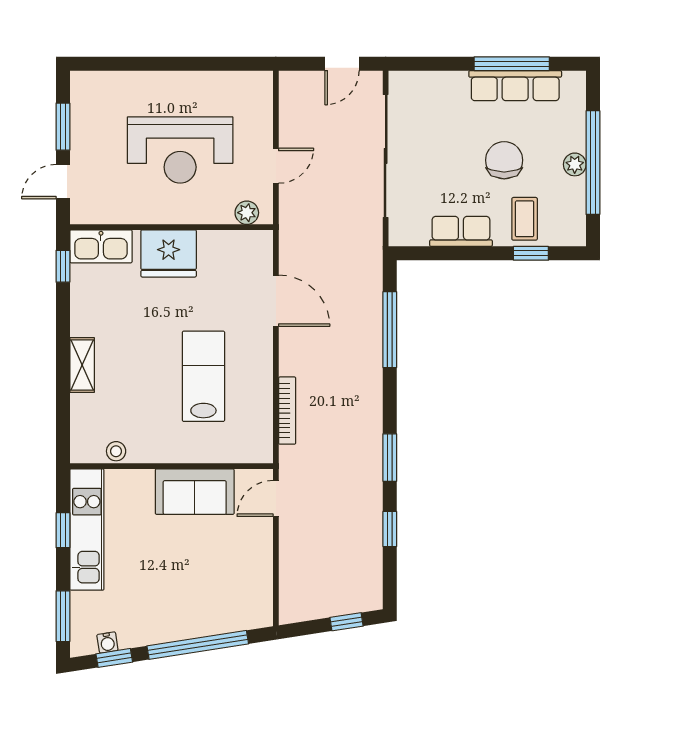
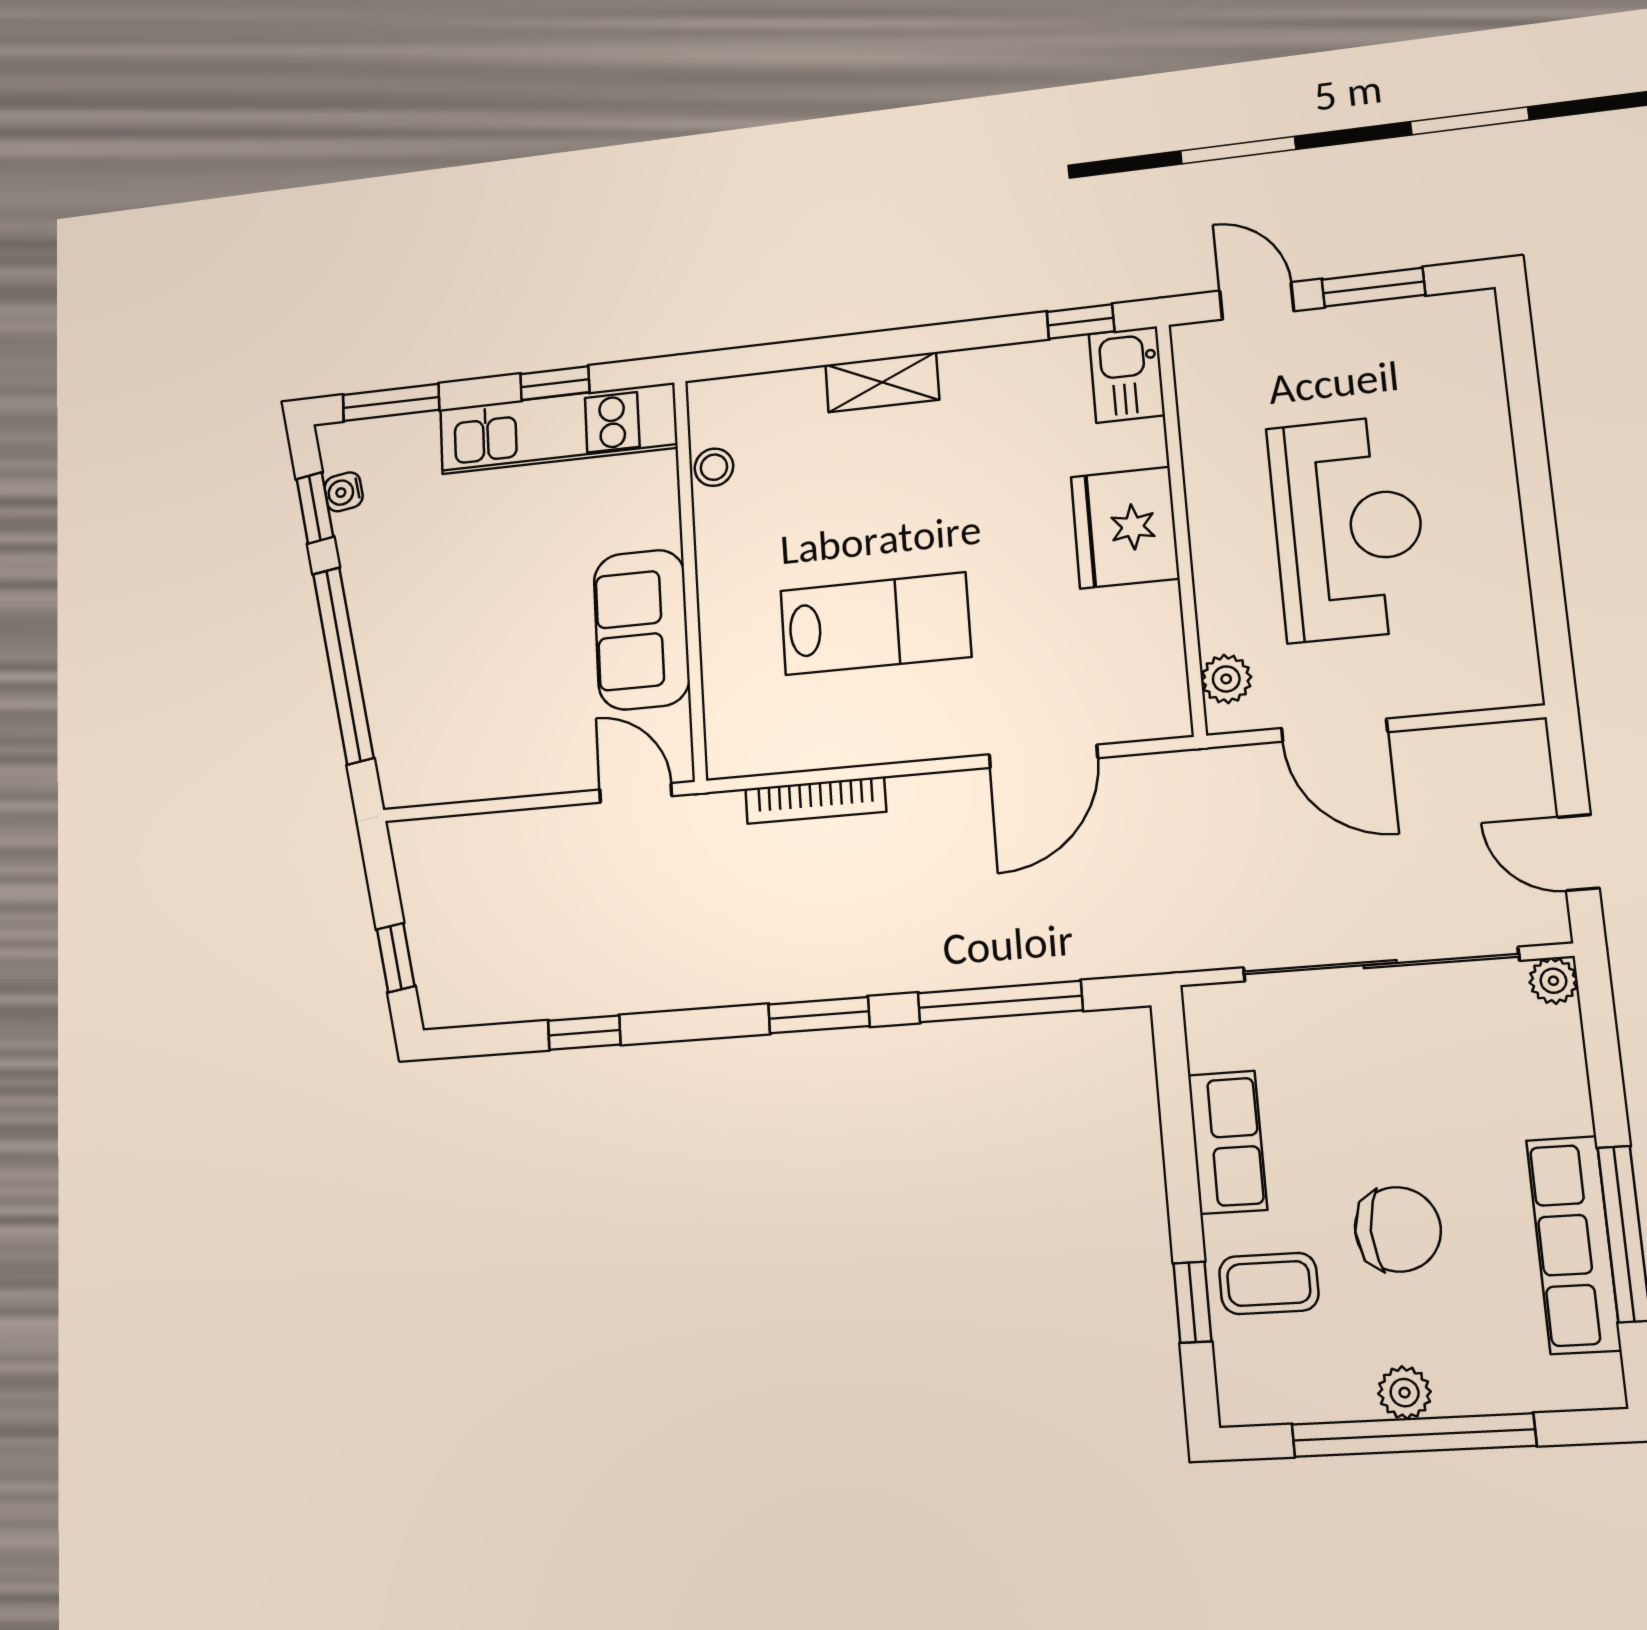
plant: (399, 81) -> (1553, 981), added
reception desk: (180, 150) -> (1348, 528), turned 180
door: (276, 166) -> (1334, 730), width x1.37
kitchen sink: (101, 246) -> (1127, 375), width x0.73
window: (390, 458) -> (819, 1015), moved

